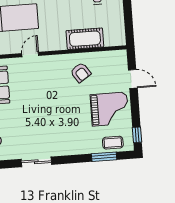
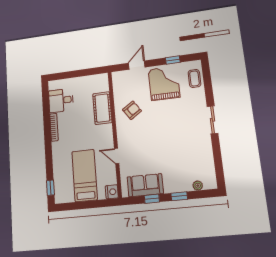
window: (137, 135) -> (173, 60), moved
window: (104, 157) -> (208, 85), removed
sliding door: (36, 162) -> (213, 120), moved

